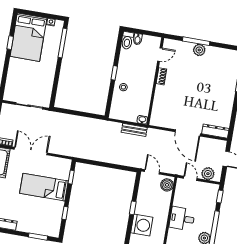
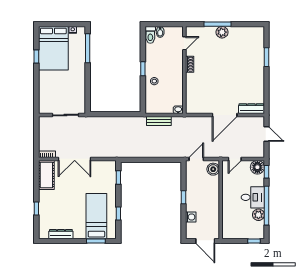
bench: (134, 130) -> (159, 121), moved
door: (188, 133) -> (225, 115), hinge flipped
double door: (31, 151) -> (75, 159), swing flipped
door: (152, 172) -> (196, 159), hinge flipped
plant: (208, 174) -> (251, 151), removed
door: (190, 178) -> (235, 159), swing flipped
bed: (44, 187) -> (96, 216), moved, turned 90
floor lamp: (211, 190) -> (257, 167), added
desk: (182, 219) -> (253, 197), moved, turned 180
washing machine: (142, 225) -> (191, 217), width x0.53, depth x0.53

